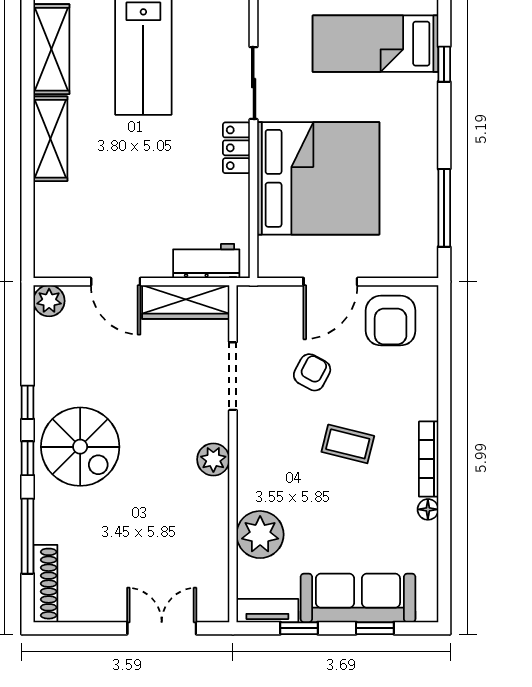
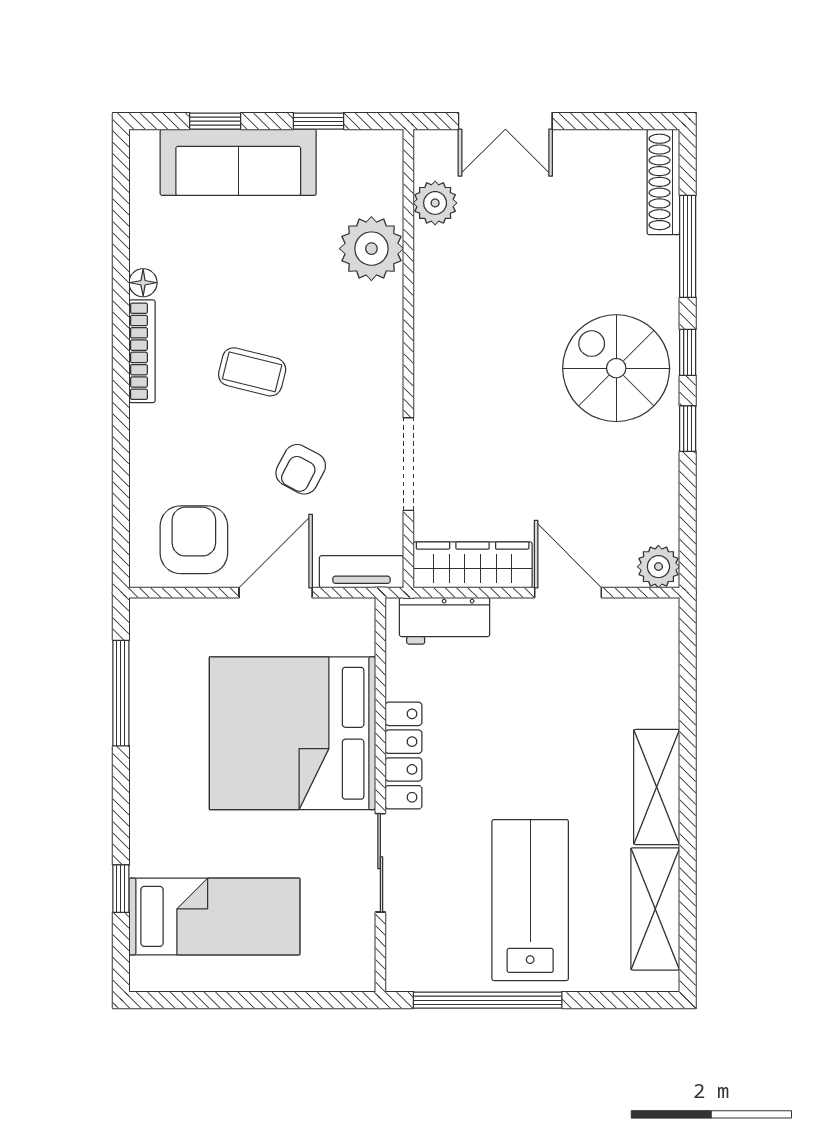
locker: (236, 148) -> (404, 756), width x1.53
plant: (213, 459) -> (435, 203), moved
tv unit: (267, 611) -> (361, 572), moved, turned 180

